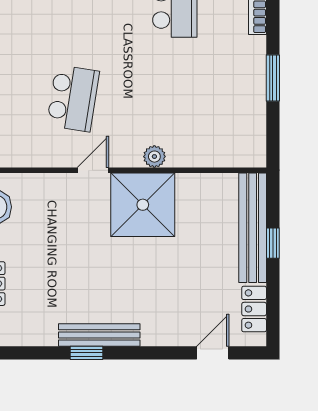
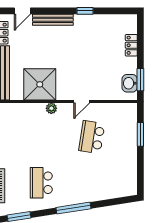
shower: (143, 205) -> (40, 84), moved
bench: (99, 335) -> (53, 20), moved

